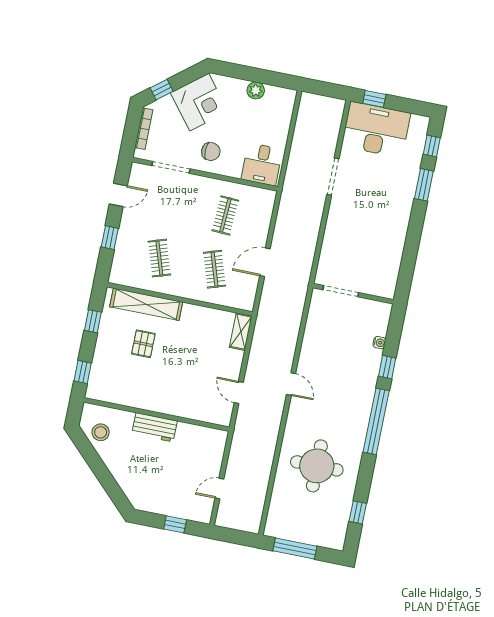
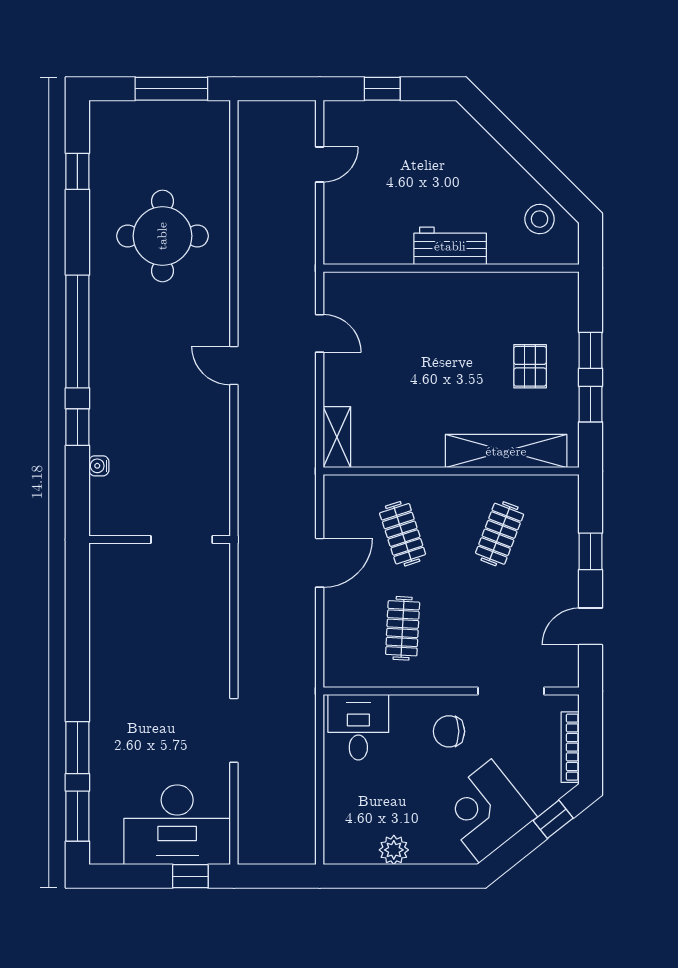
window: (432, 146) -> (77, 816), width x1.50
clothes rail: (159, 258) -> (500, 534), turned 39
pallet: (143, 344) -> (530, 366), moved
window: (83, 372) -> (590, 350), moved

